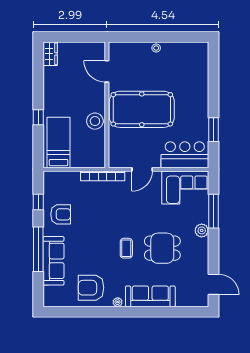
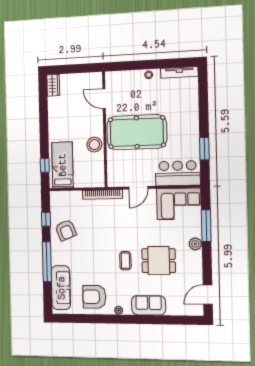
tv unit: (189, 47) -> (179, 72), added
window: (38, 117) -> (45, 165), moved
armchair: (61, 214) -> (66, 230), turned 68
sofa: (54, 261) -> (61, 288), moved
door: (213, 284) -> (208, 295), swing flipped
sofa: (150, 296) -> (149, 305), width x0.73

